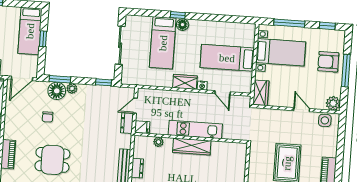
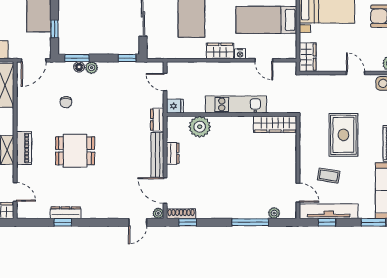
window: (43, 39) -> (54, 29), moved
floor lamp: (57, 91) -> (79, 67), width x0.53, depth x0.53
door: (135, 106) -> (165, 82), hinge flipped
dresser: (127, 123) -> (157, 120), moved
plant: (158, 142) -> (200, 127), width x1.88, depth x1.88
wardrobe: (192, 147) -> (275, 124), moved

